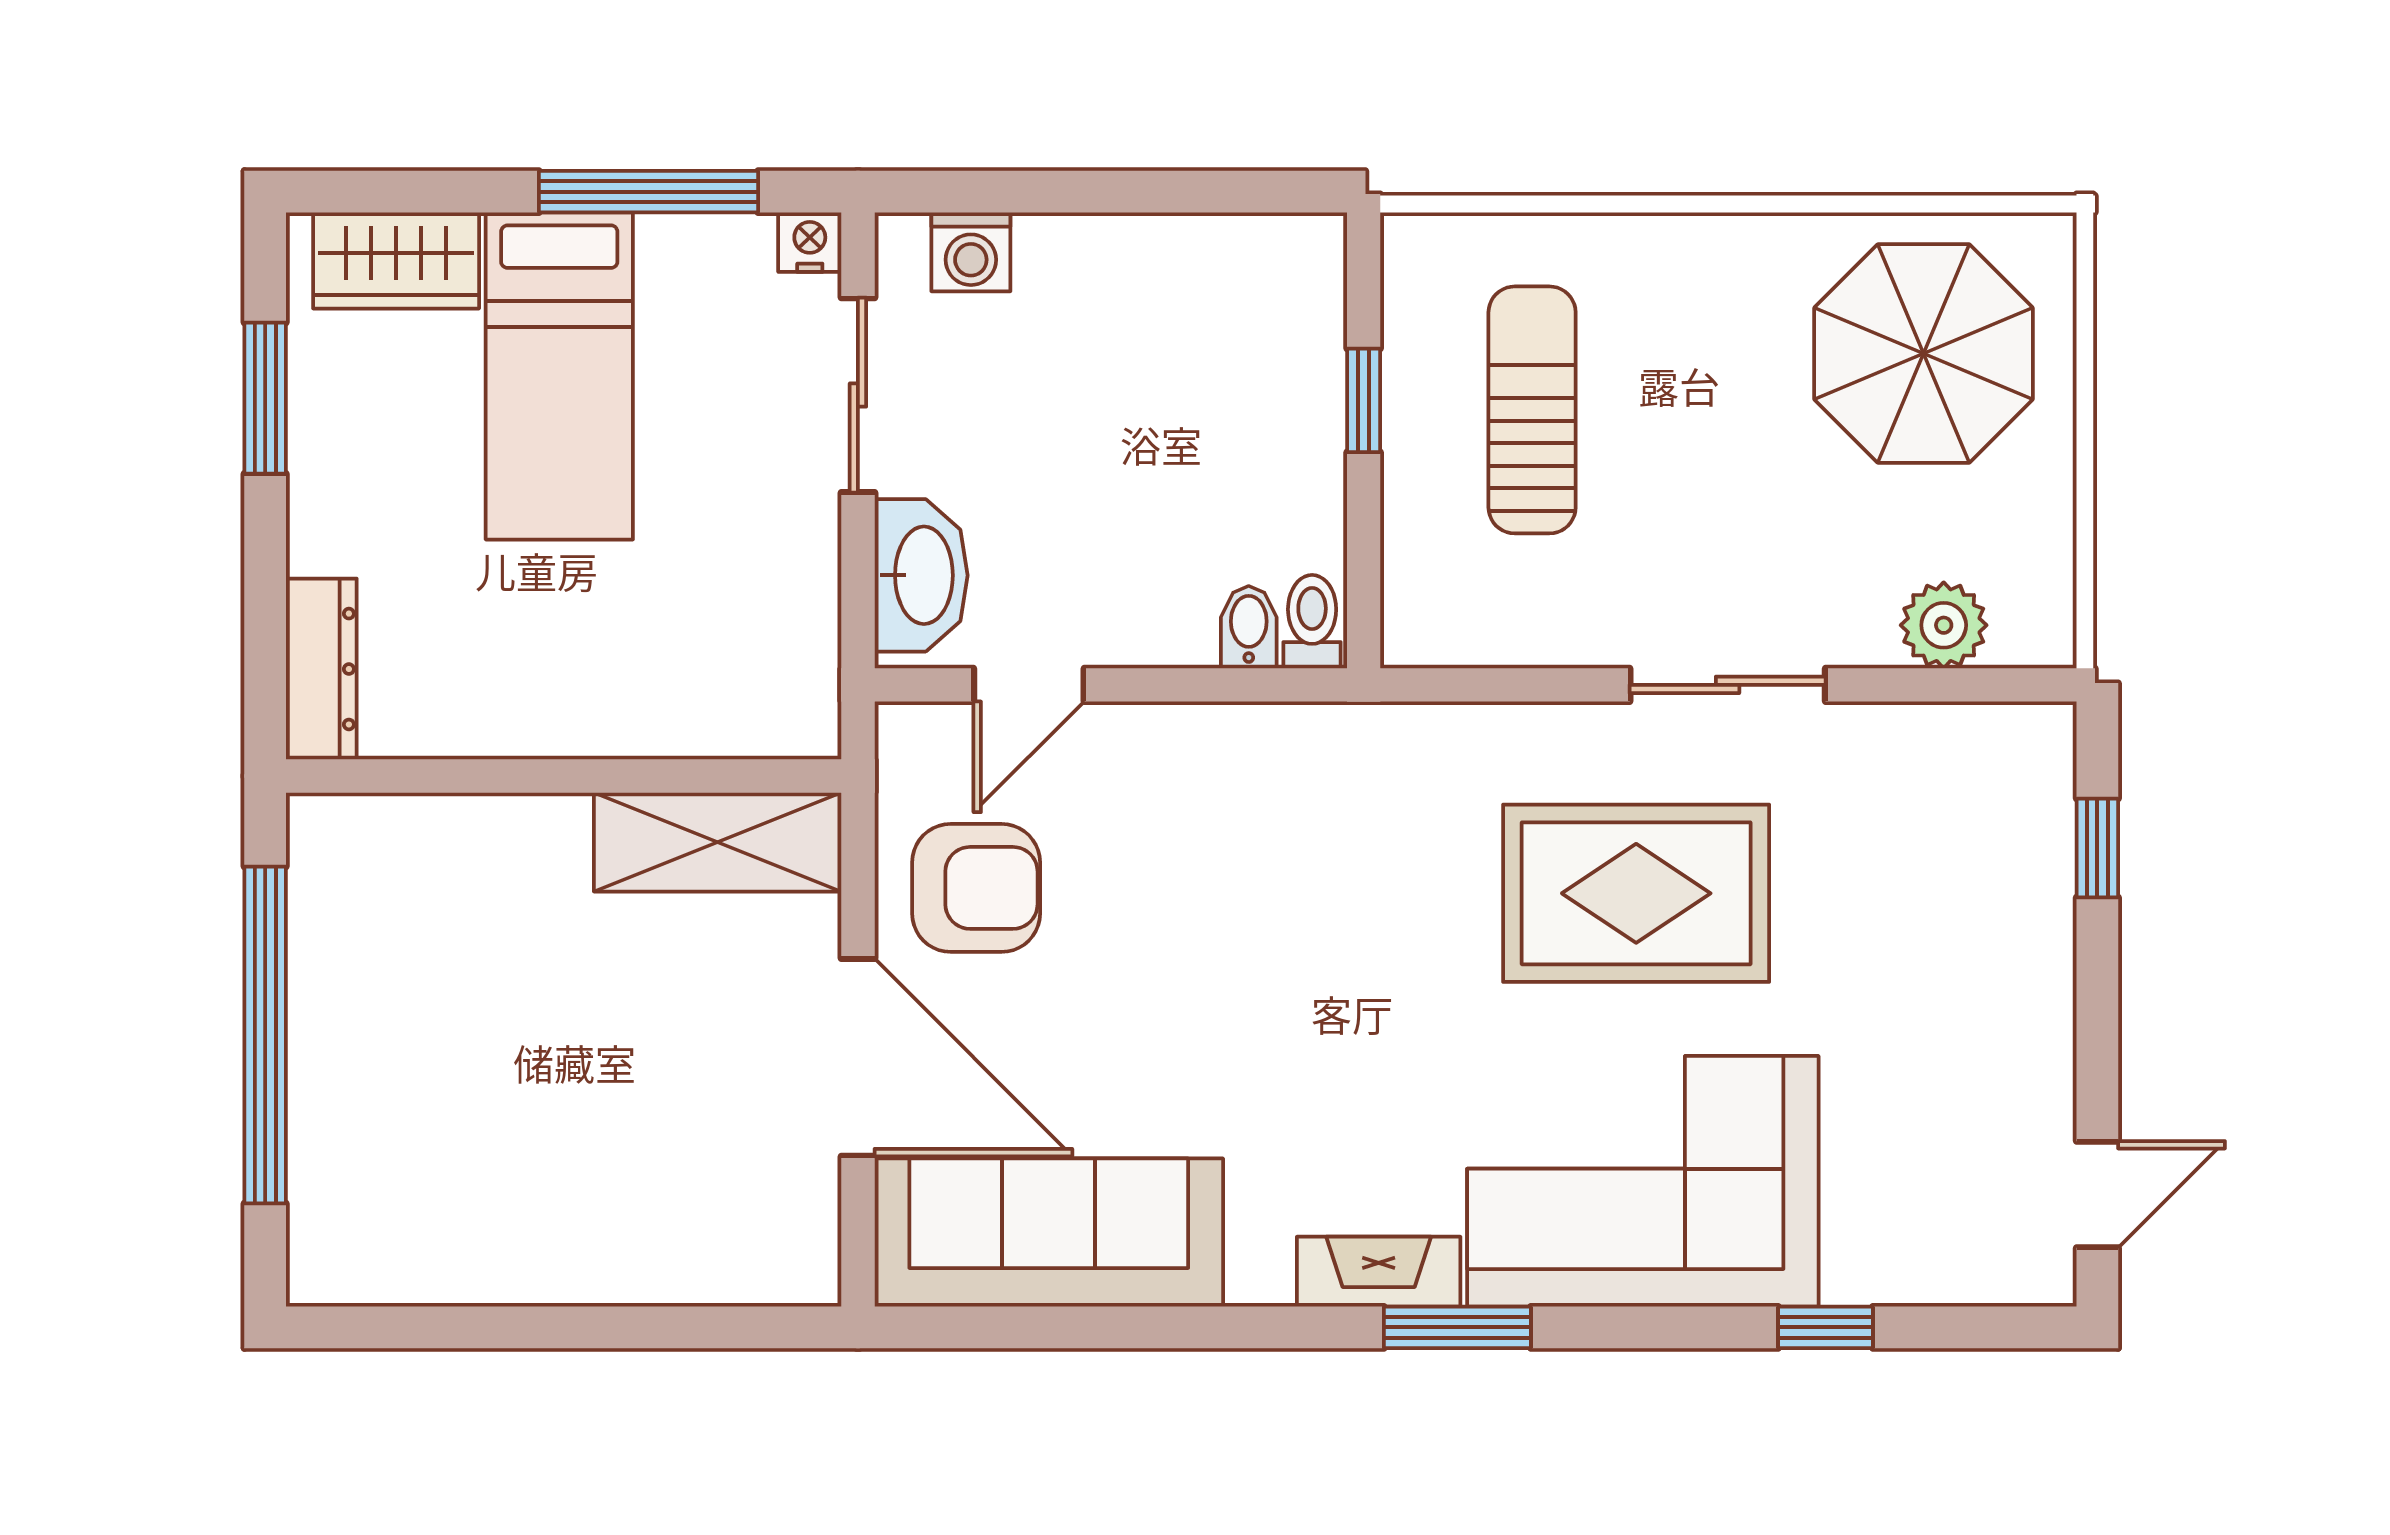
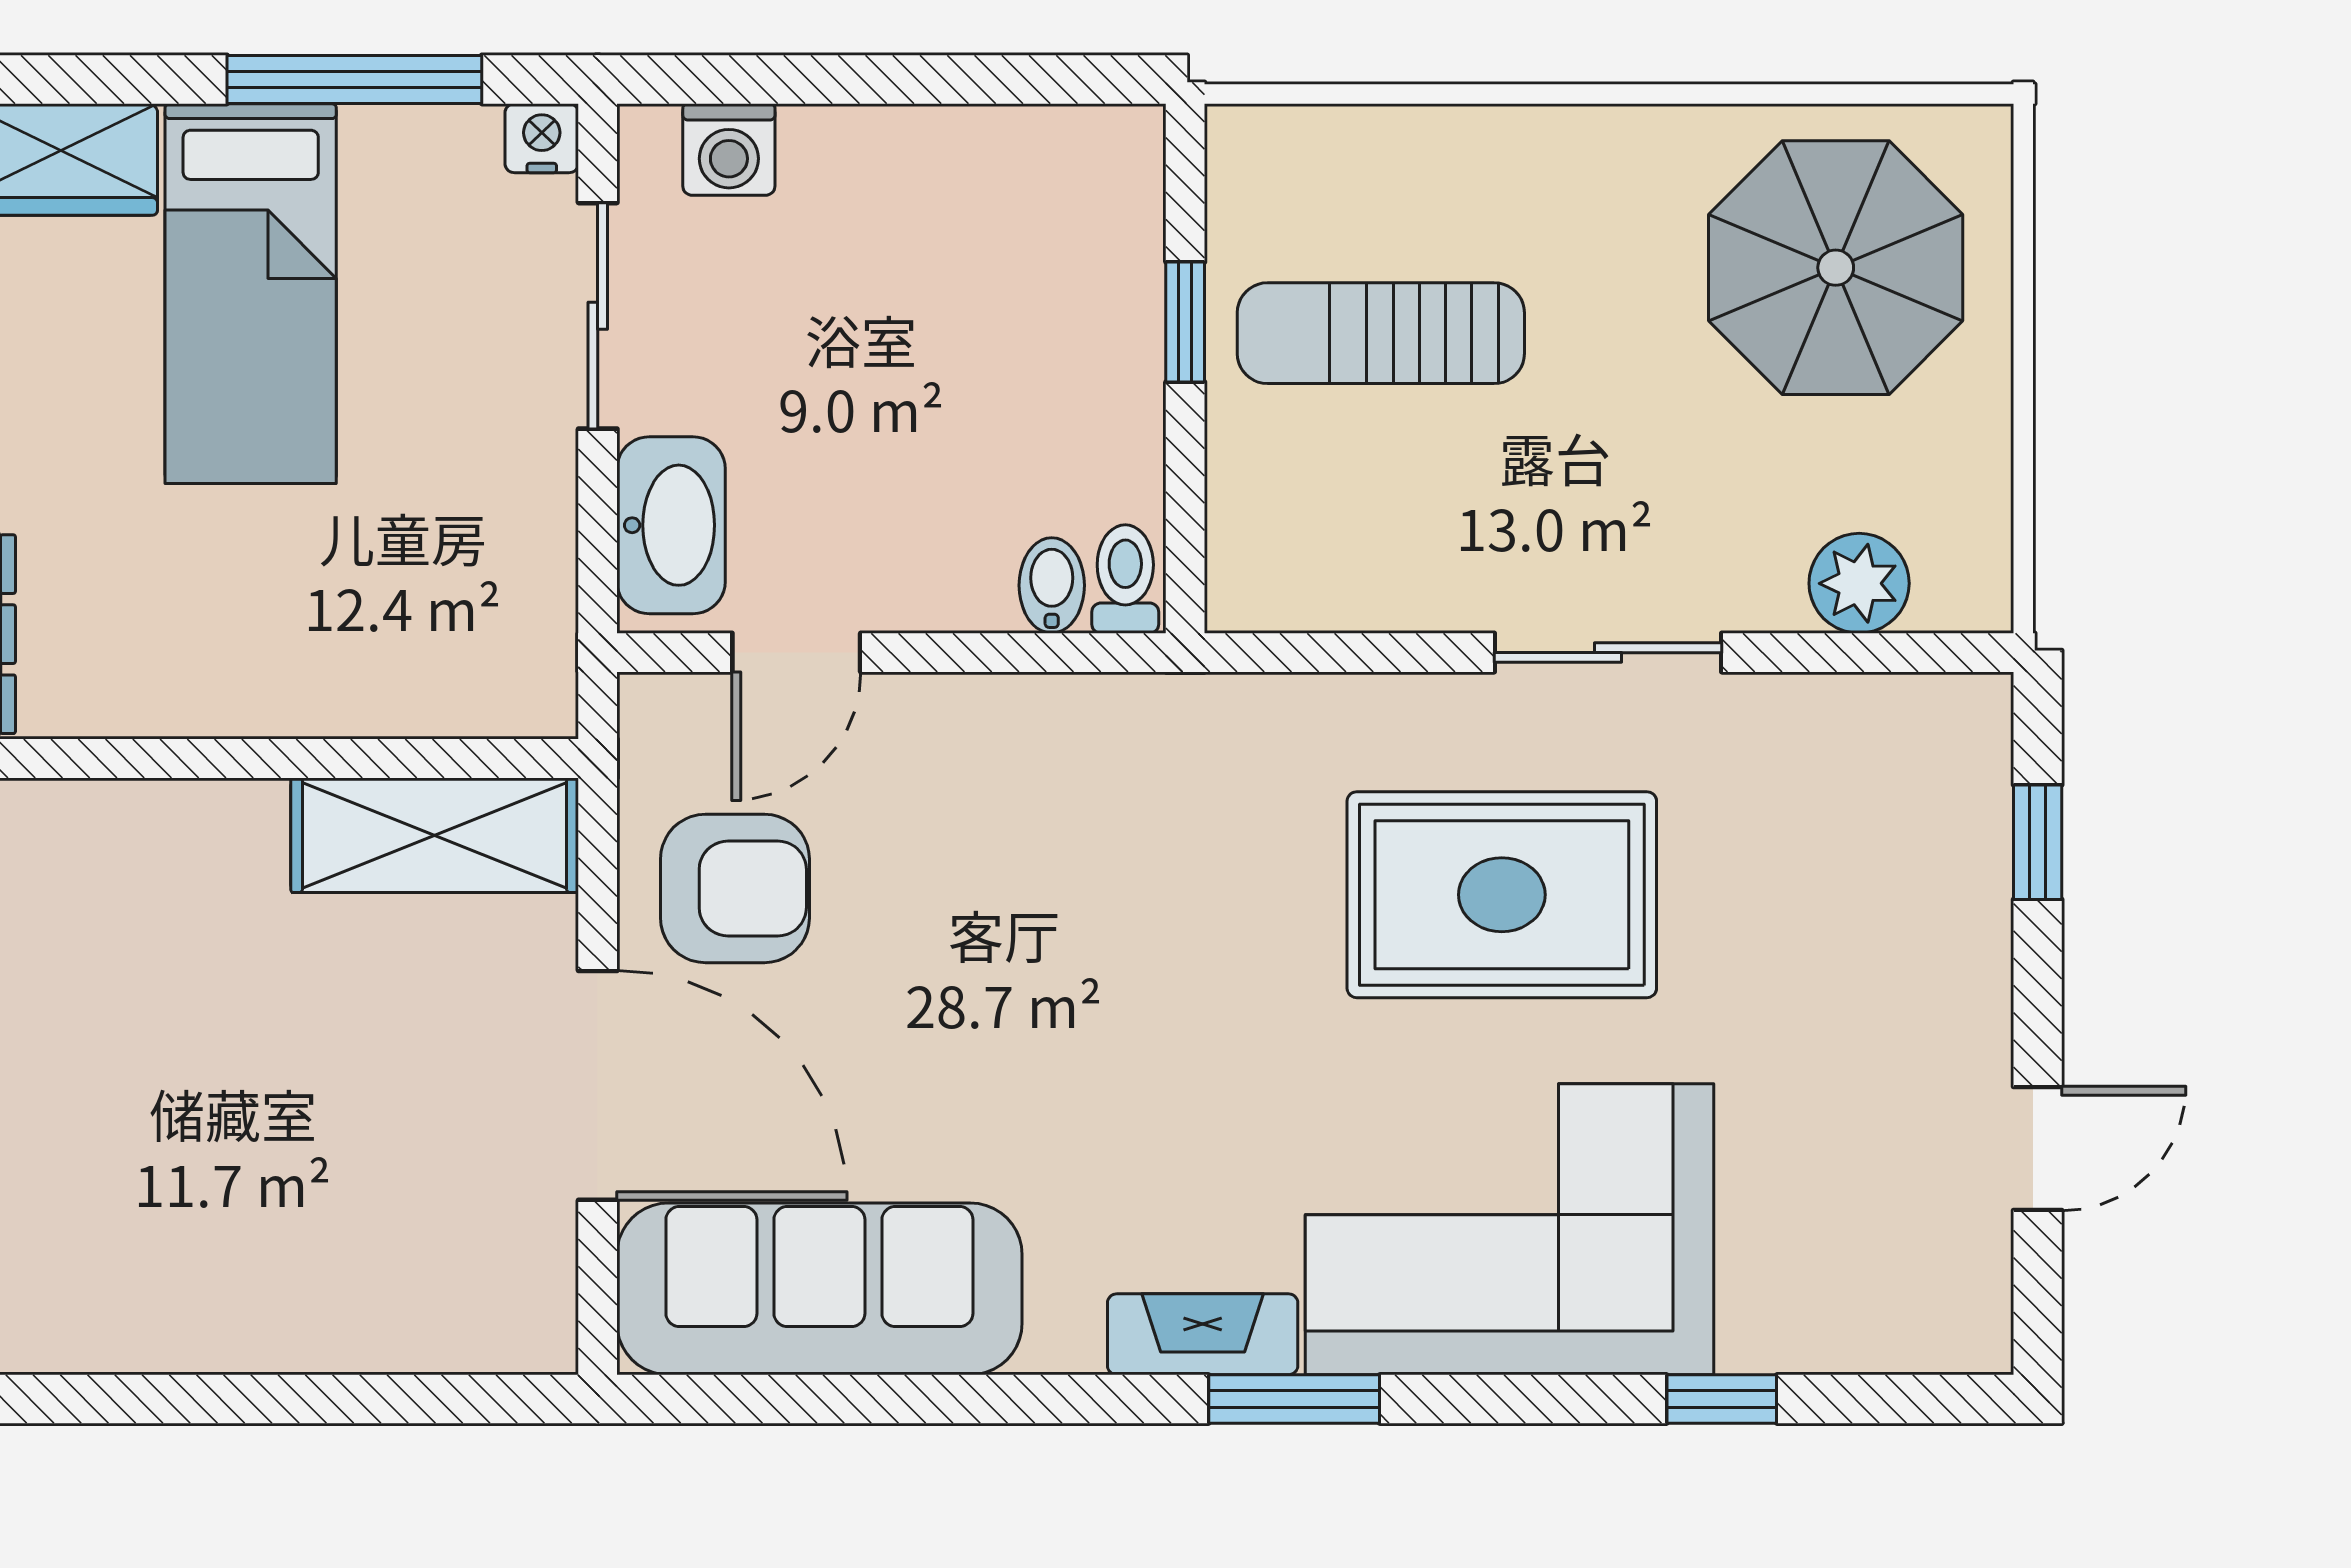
sun lounger: (1532, 410) -> (1381, 333), turned -90
door: (2097, 1194) -> (2038, 1149), moved

